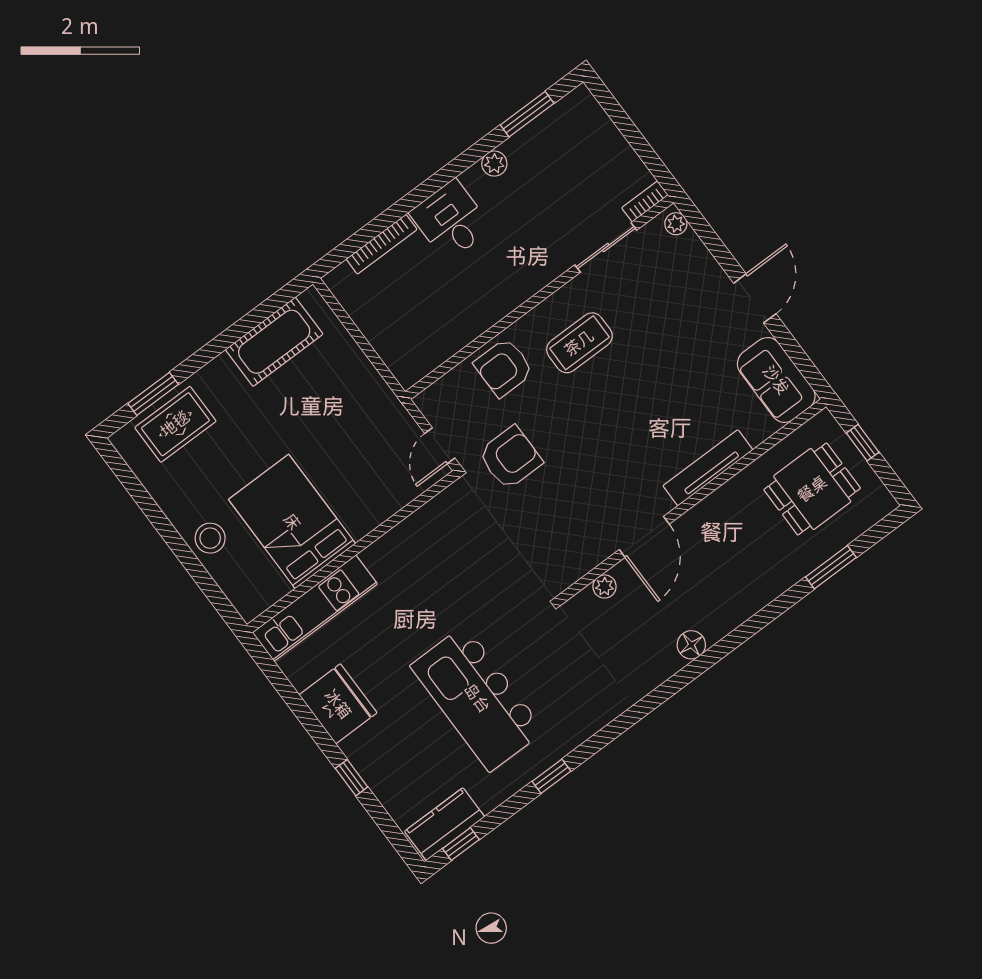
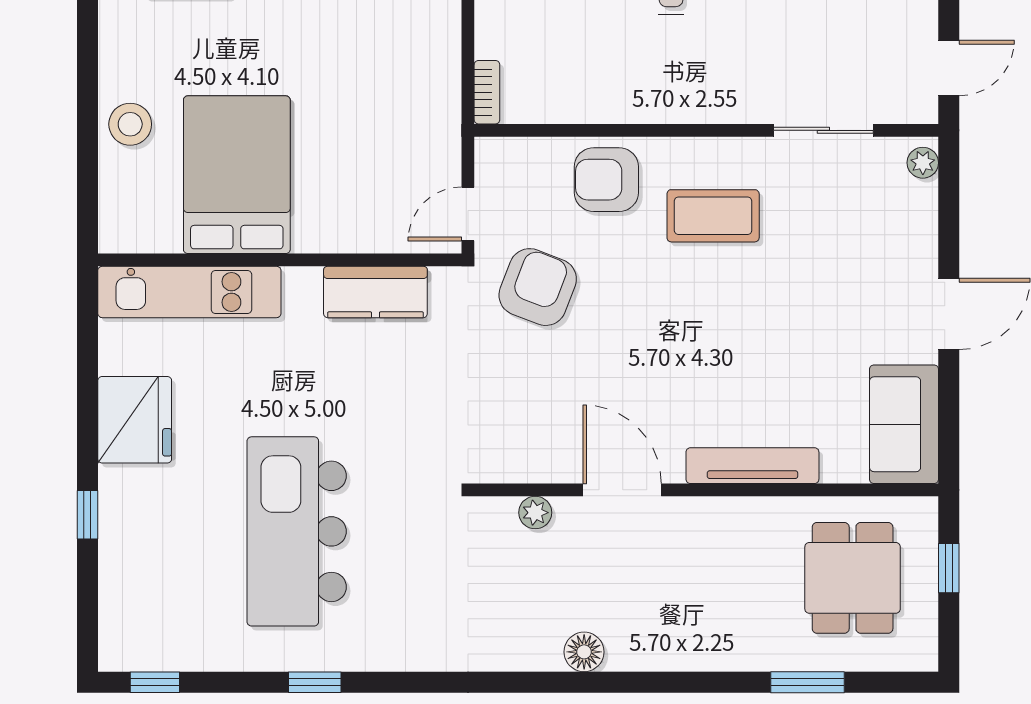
door: (650, 159) -> (949, 68), added
bookcase: (645, 201) -> (487, 92), moved, turned 90
armchair: (510, 458) -> (538, 287), turned -69
dining table: (812, 489) -> (853, 578), turned 90
door: (644, 537) -> (622, 490), swing flipped
kitchen counter: (445, 824) -> (375, 292), moved, turned 180

